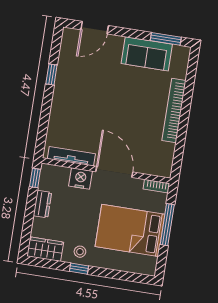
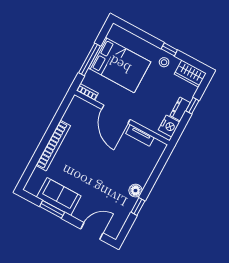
window: (166, 39) -> (52, 209), moved
floor lamp: (61, 92) -> (135, 191), added
tv unit: (71, 156) -> (140, 135), width x0.71
window: (35, 178) -> (192, 106), moved
nightstand: (80, 179) -> (169, 126), moved, turned -90

